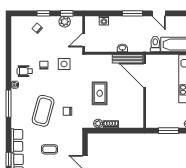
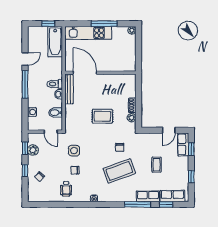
window: (133, 13) -> (25, 84), width x1.44
toilet: (155, 44) -> (55, 84), moved
bidet: (103, 45) -> (56, 113), added
wheelchair: (25, 71) -> (66, 189), moved
door: (145, 75) -> (85, 73), swing flipped
window: (8, 104) -> (137, 204), moved
coffee table: (43, 111) -> (119, 171), turned -35
window: (169, 131) -> (138, 50), removed

